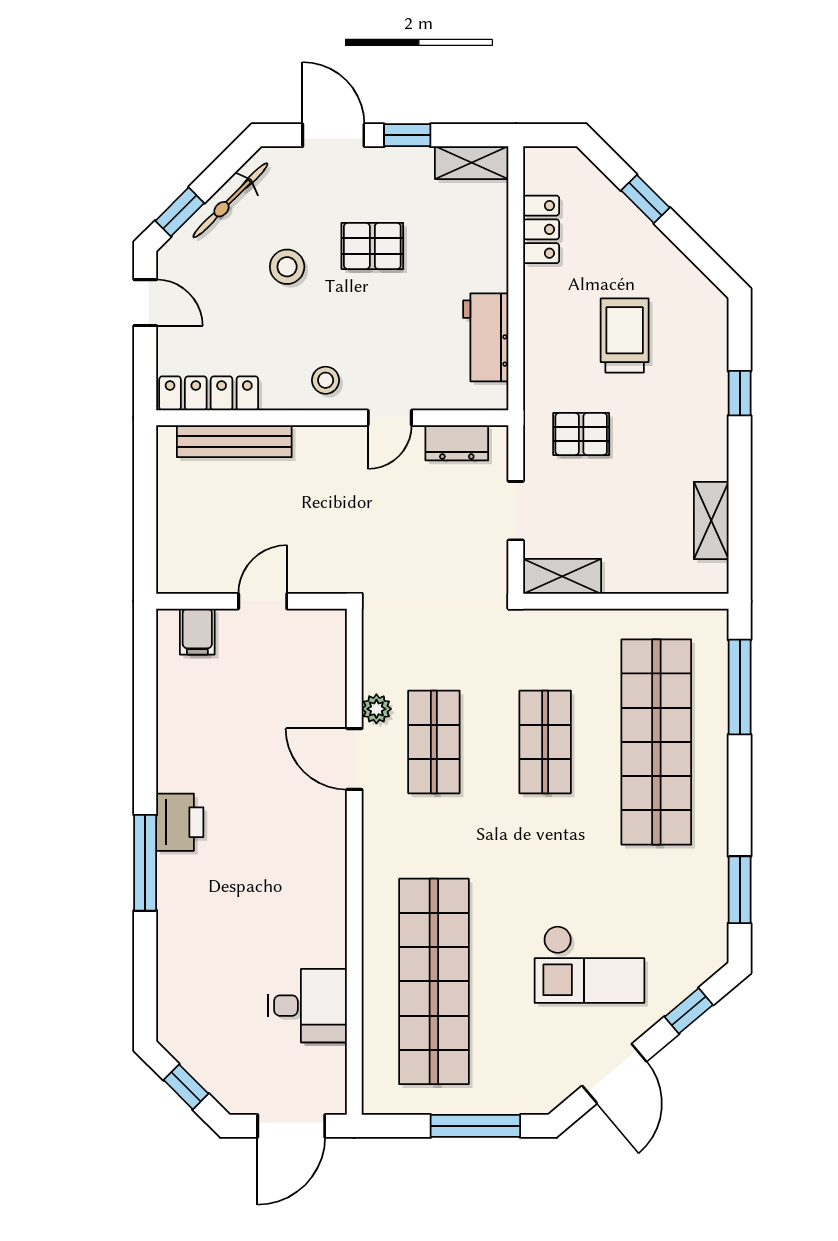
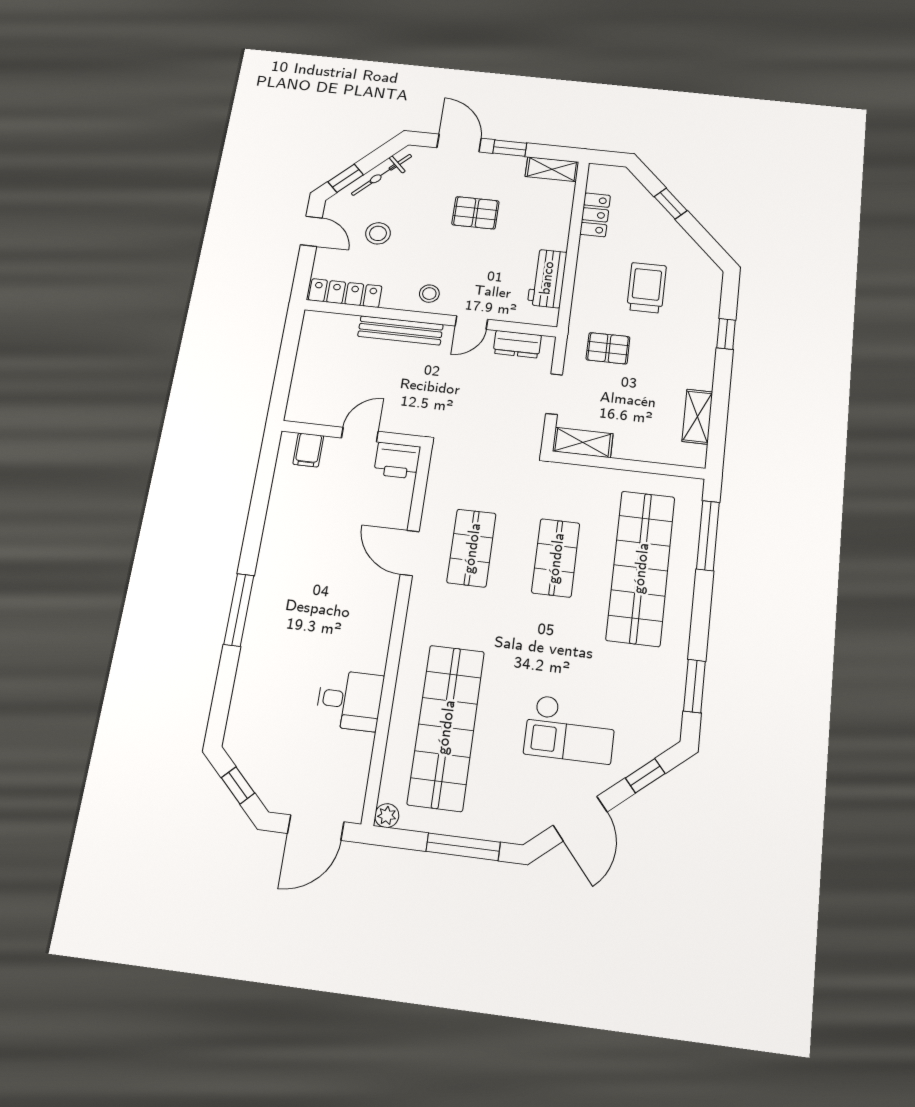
stool: (287, 267) -> (378, 233), moved
bench: (234, 441) -> (400, 330), moved
plant: (376, 709) -> (387, 816), moved
printer: (180, 822) -> (397, 460), moved, turned 90
desk: (307, 1006) -> (350, 700), moved

